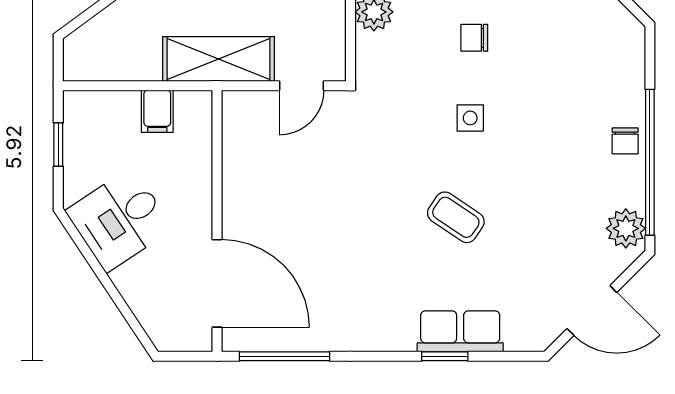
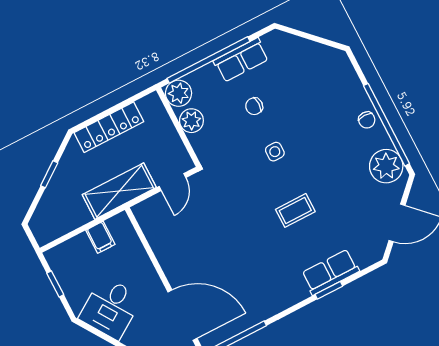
coffee table: (456, 217) -> (295, 210), turned -34
plant: (626, 228) -> (386, 166), width x1.36, depth x1.36

